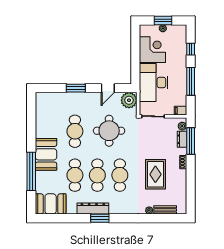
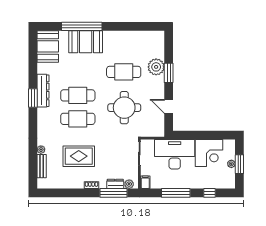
plant: (129, 100) -> (156, 67), moved
booth: (46, 154) -> (86, 42), moved
cafe table: (75, 175) -> (78, 72), removed

